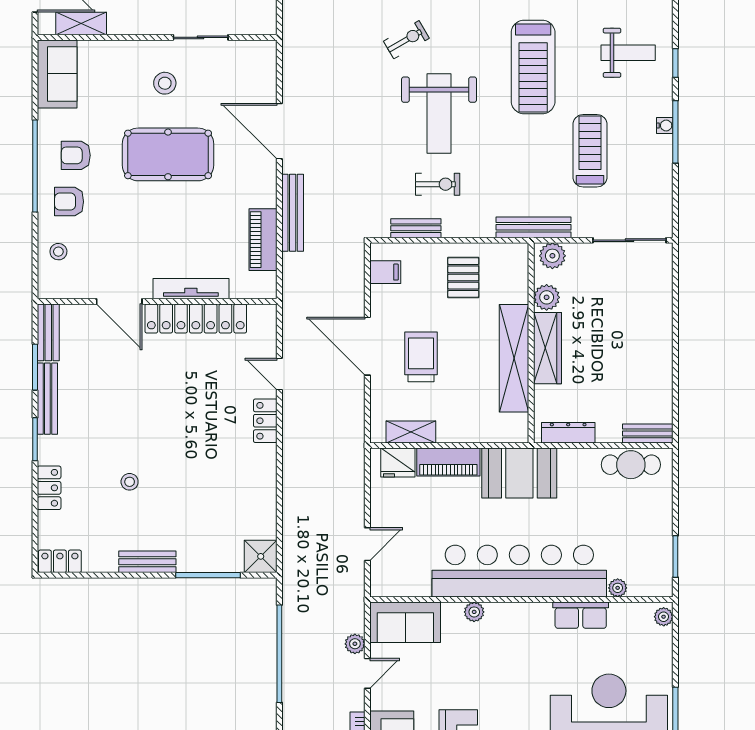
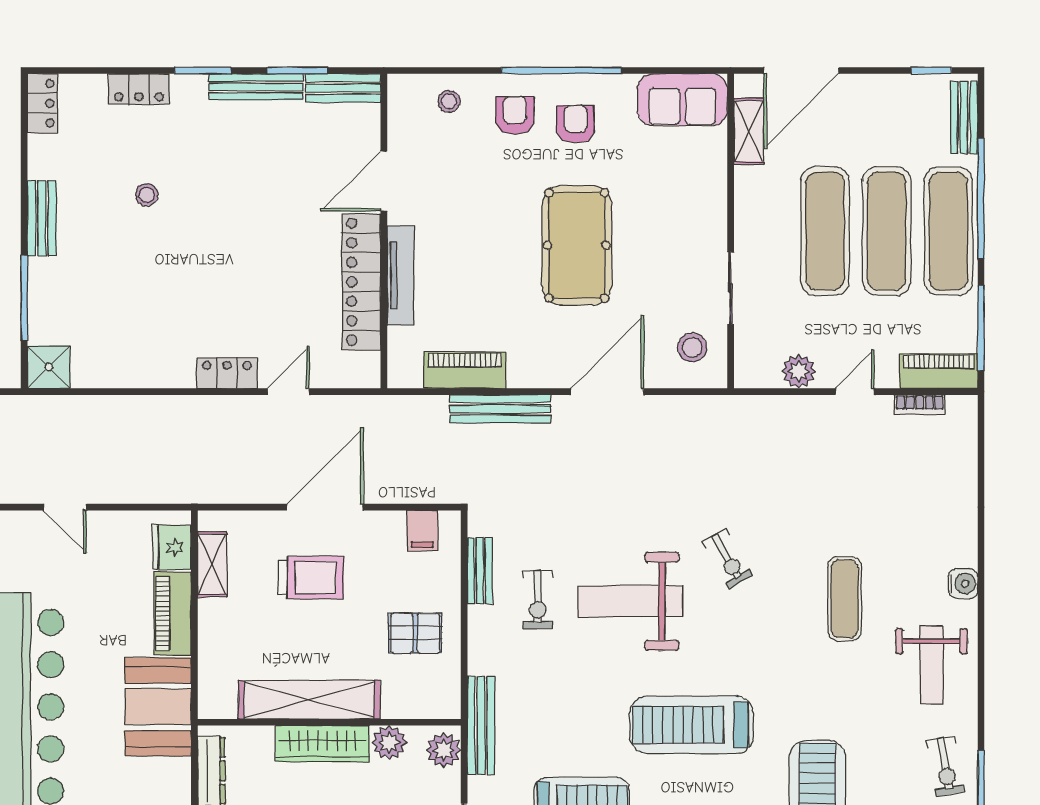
stool: (165, 83) -> (692, 348), moved

